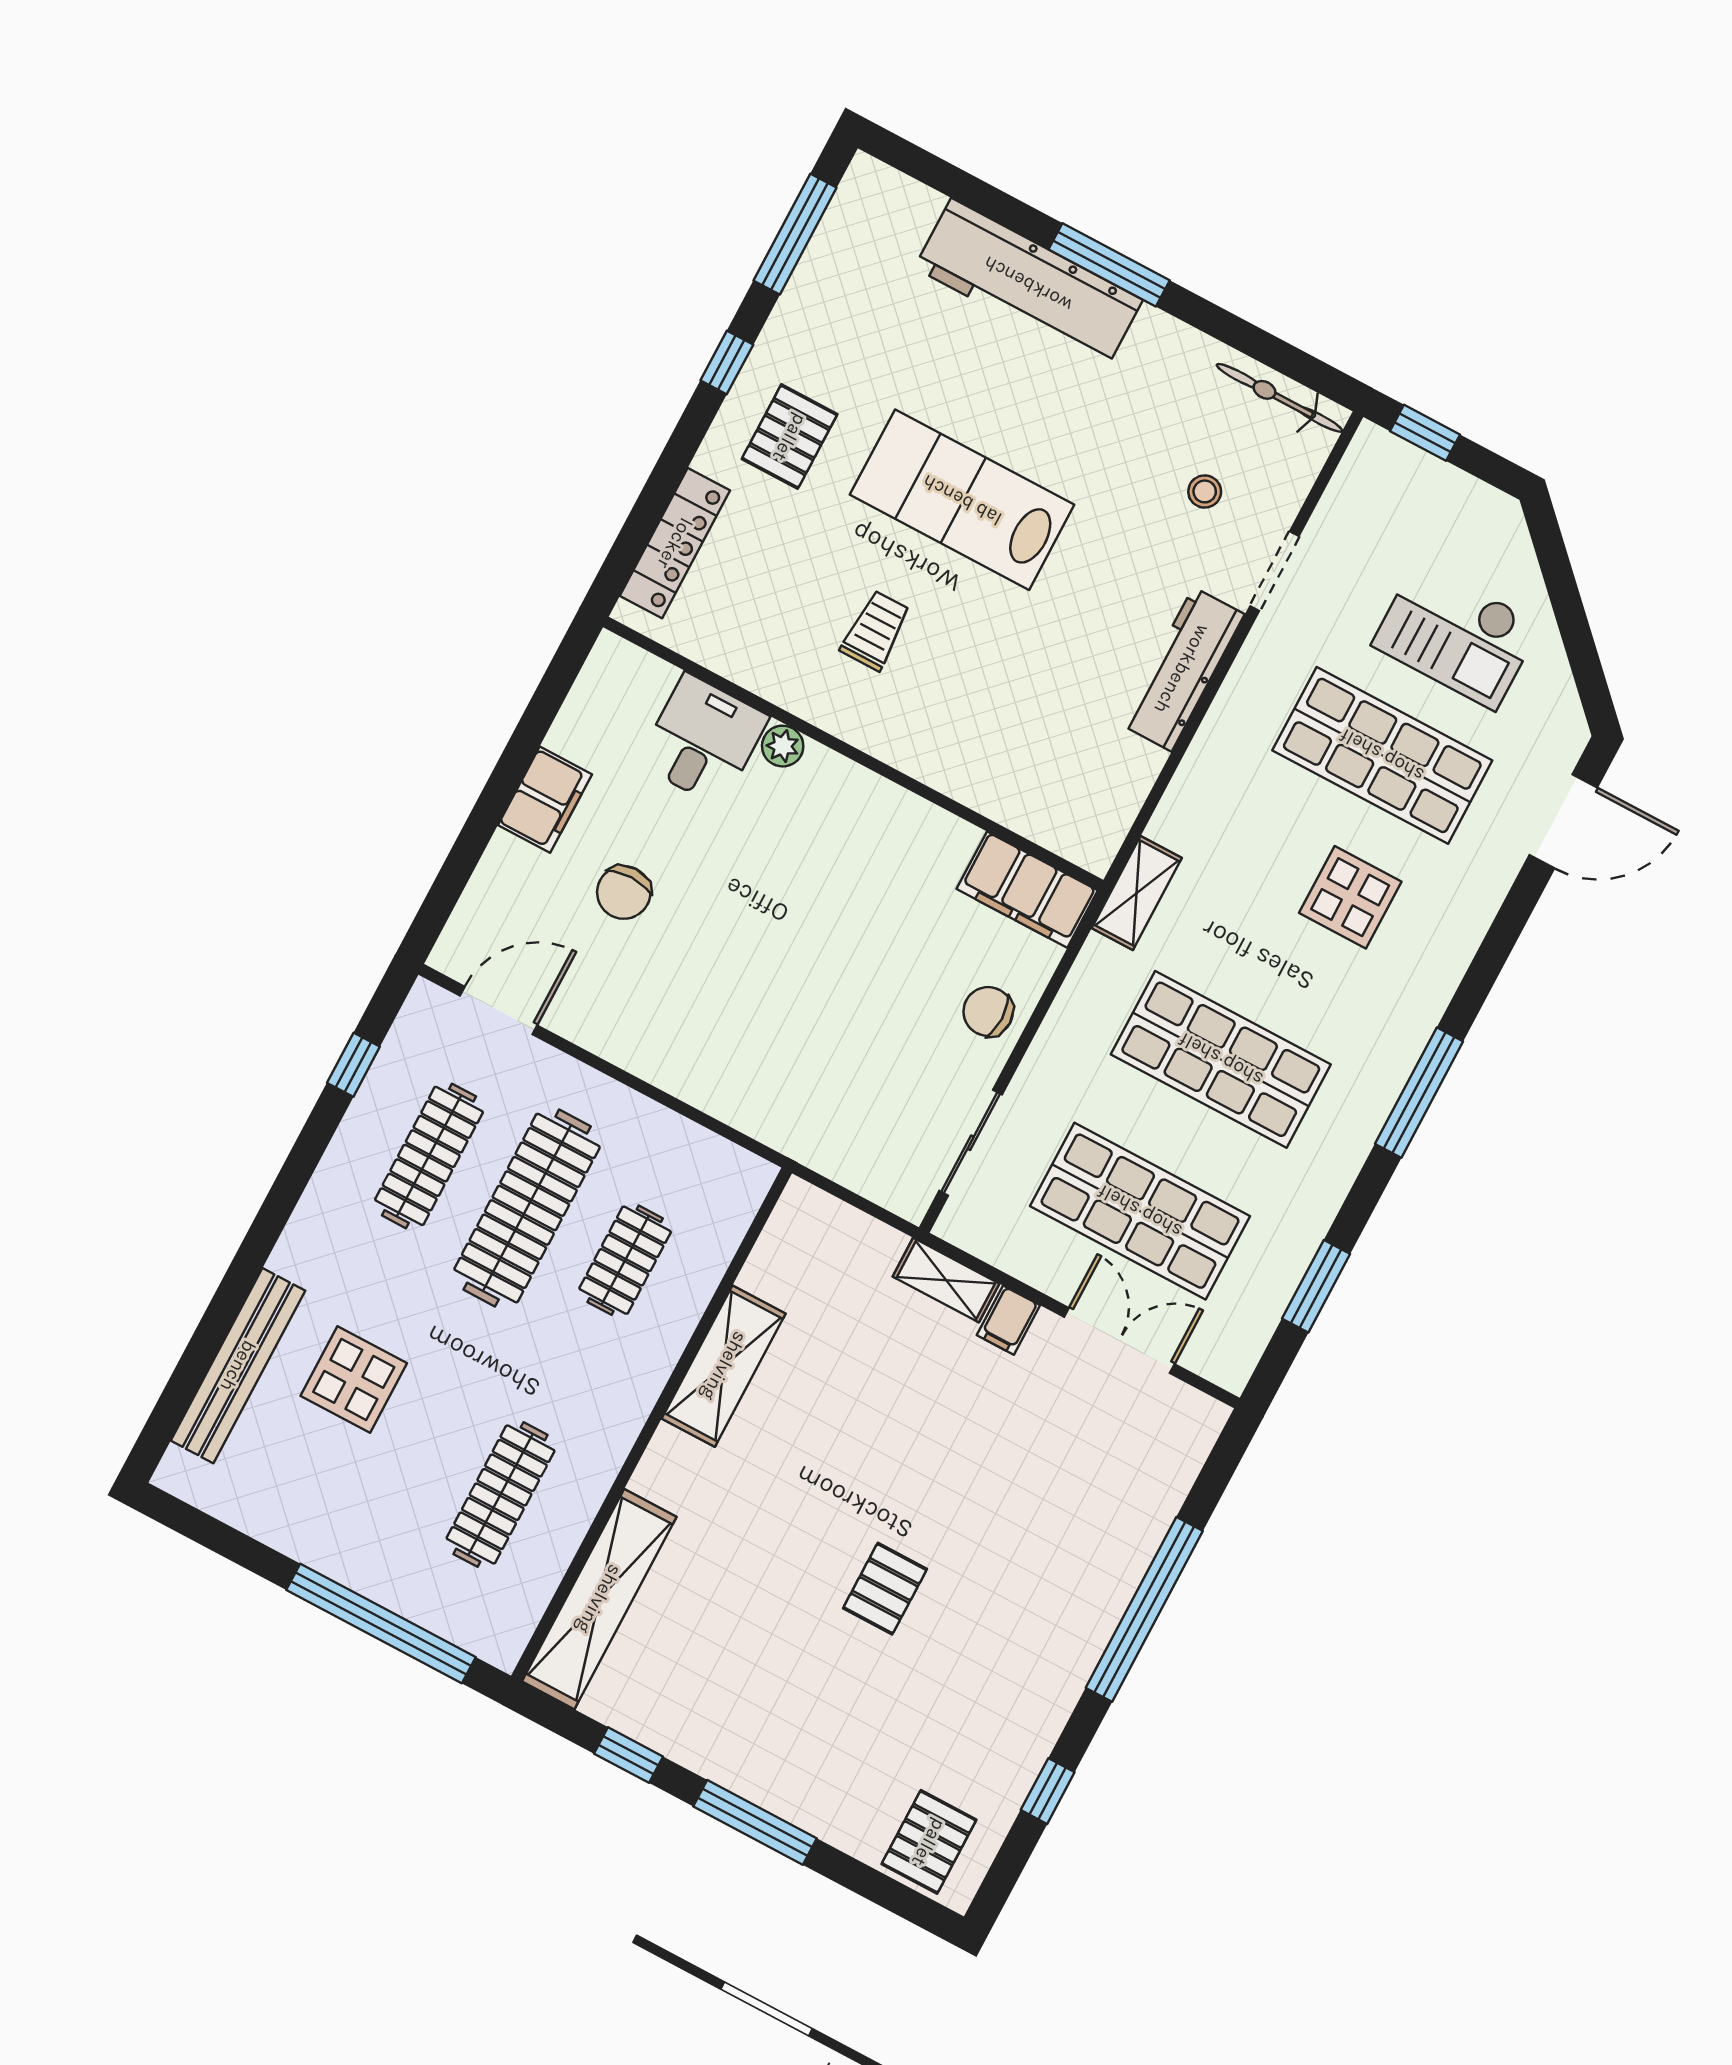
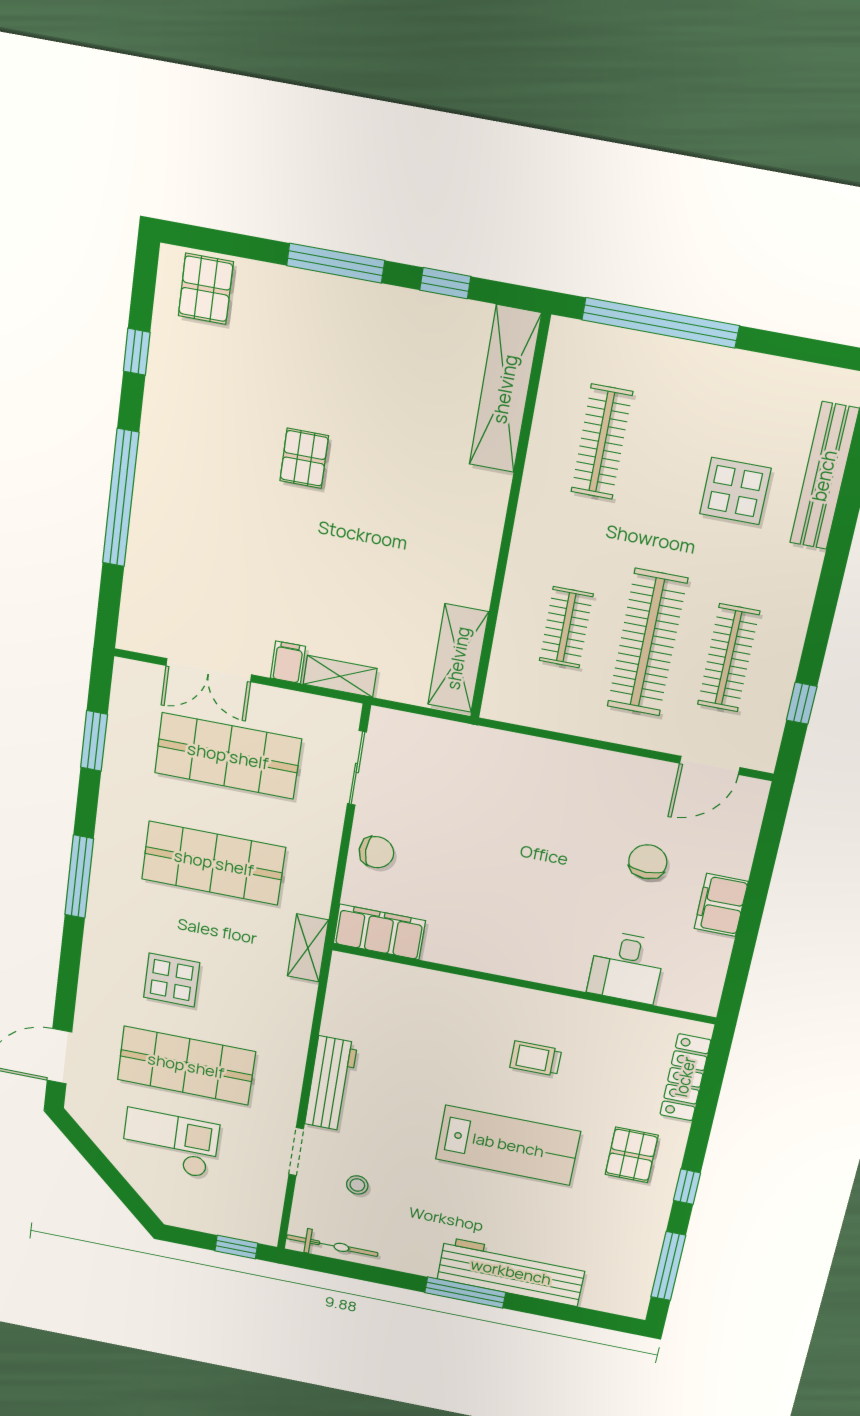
trolley: (876, 630) -> (536, 1059), turned 90
plant: (783, 746) -> (572, 977), removed
shelving: (724, 1366) -> (458, 658), moved

